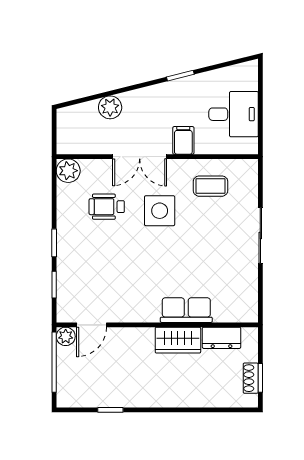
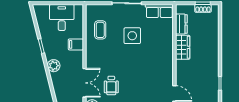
plant: (110, 107) -> (54, 66), moved
double door: (140, 157) -> (84, 83), moved
side table: (160, 211) -> (132, 36), moved
row of seats: (186, 310) -> (159, 11), moved, turned -90

